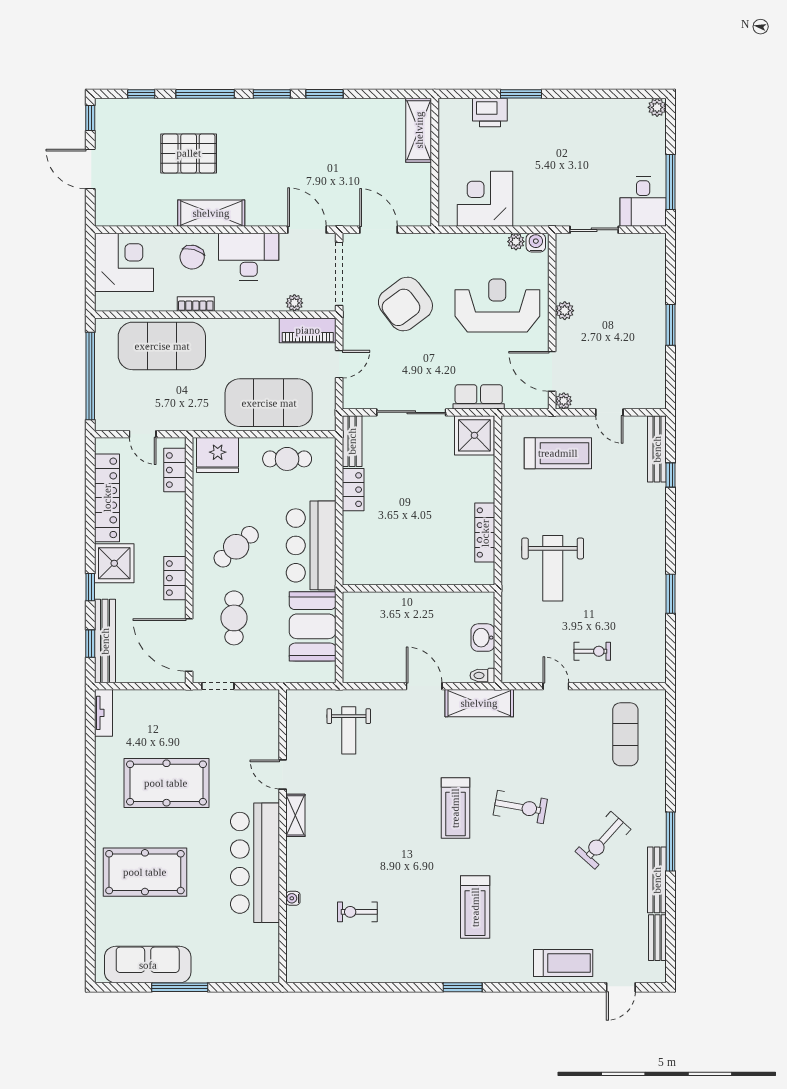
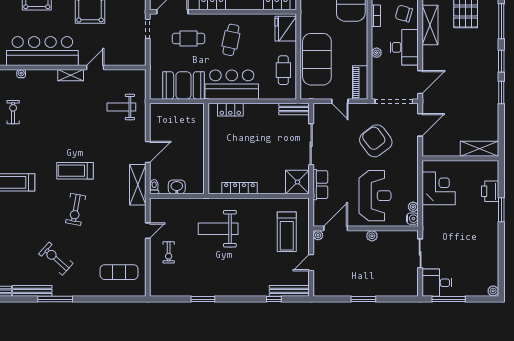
plant: (294, 303) -> (377, 53), moved
locker: (353, 490) -> (230, 110), moved
cafe table: (236, 547) -> (231, 40), turned 53

